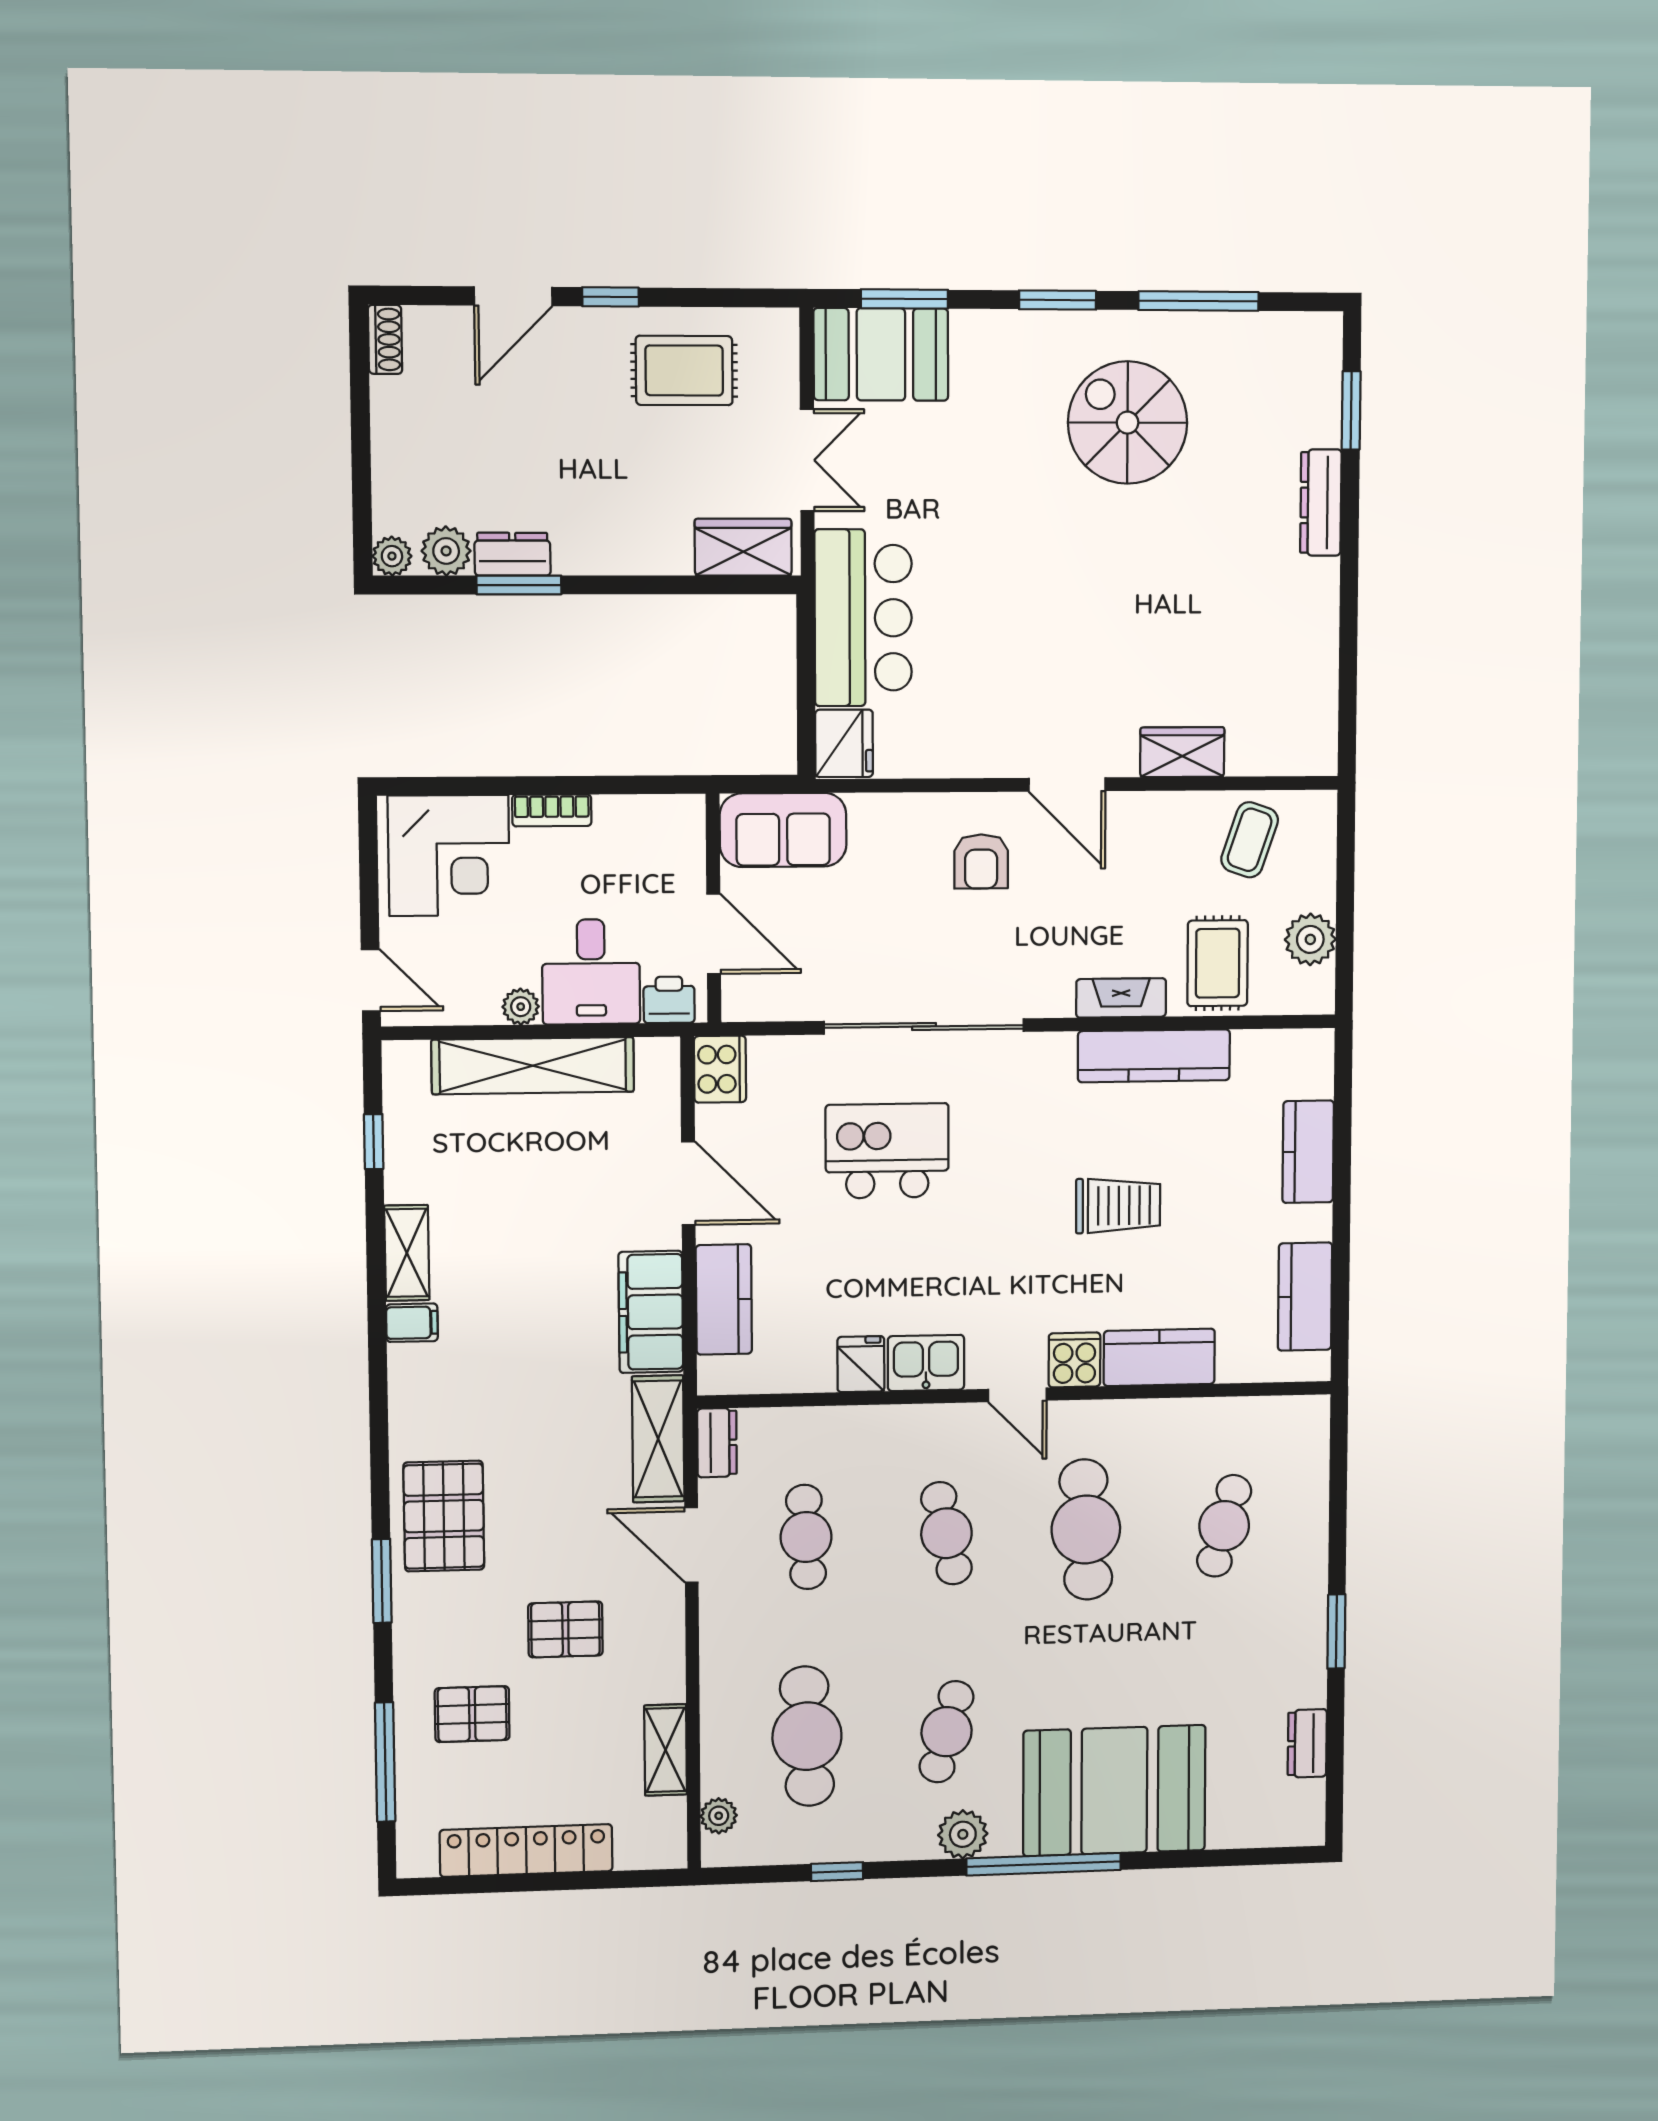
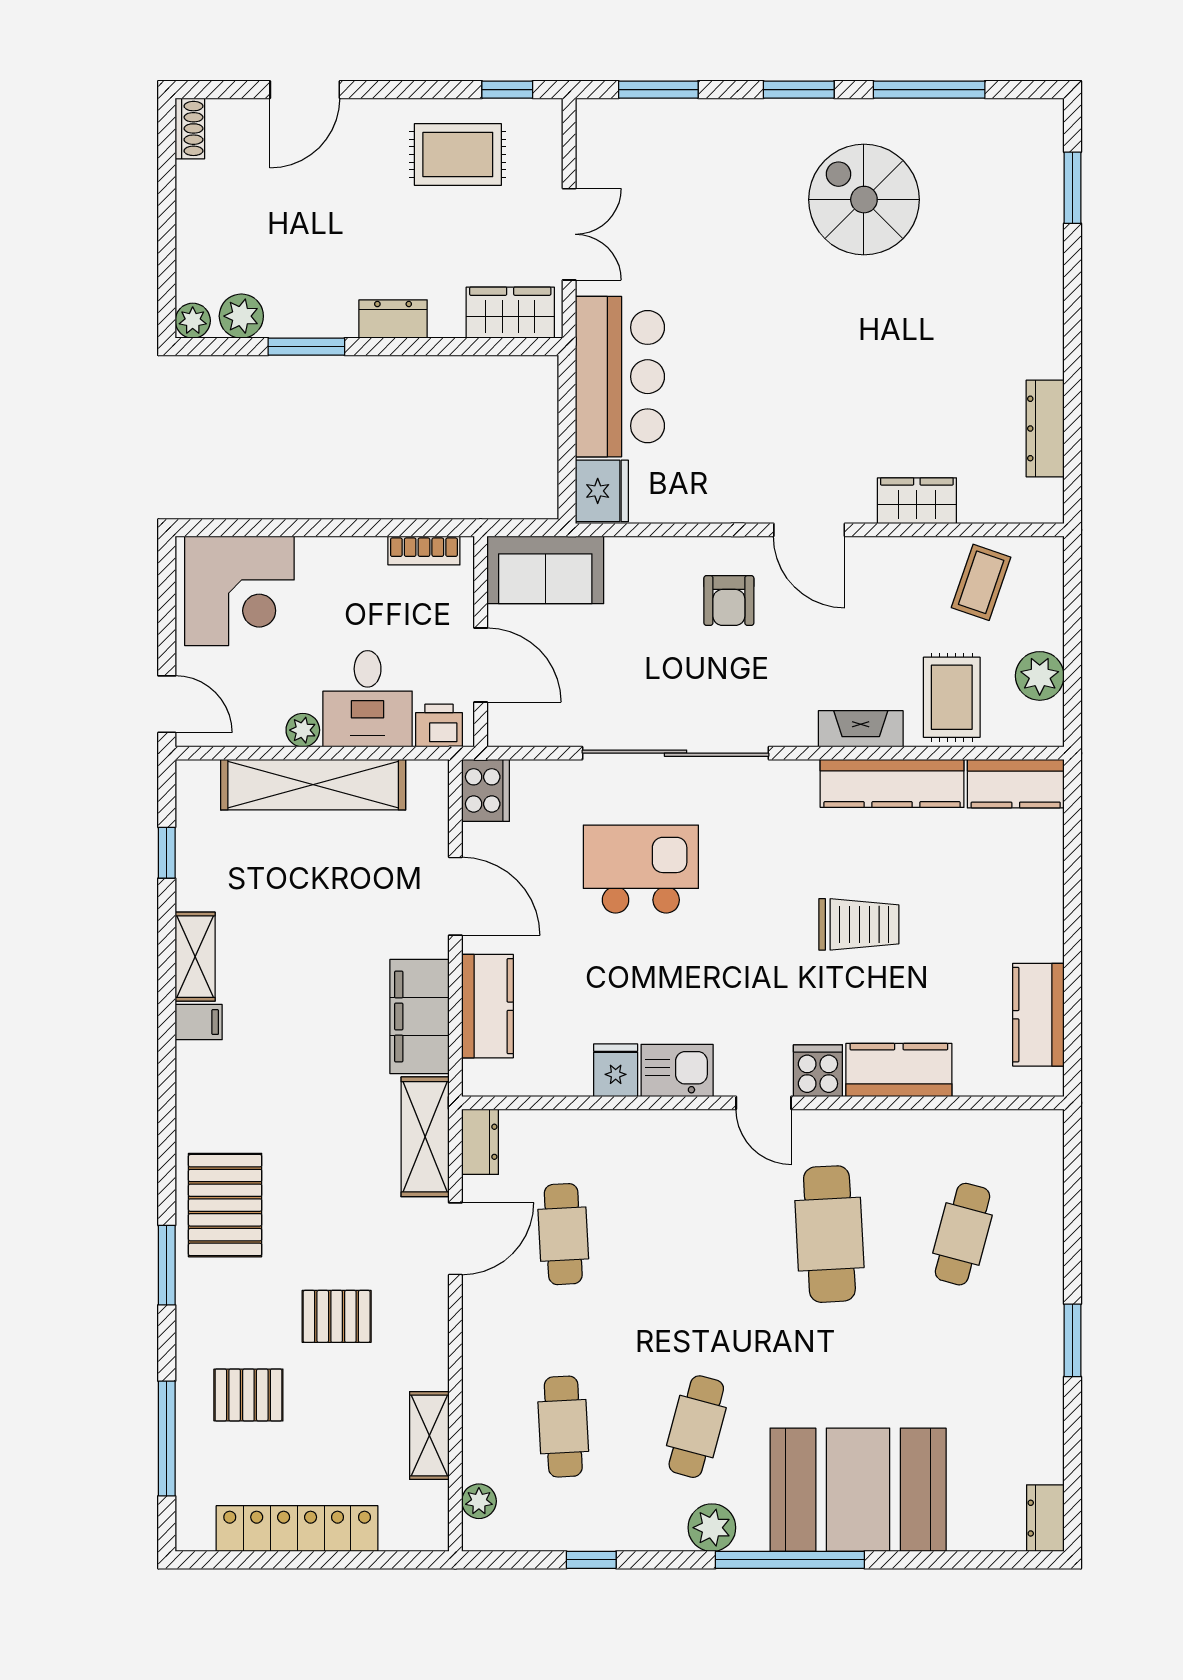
window: (610, 297) -> (507, 90), moved
booth: (881, 354) -> (637, 139), removed
dresser: (1321, 503) -> (1045, 428), moved
dresser: (512, 554) -> (393, 319), moved
bookcase: (552, 810) -> (424, 551), moved
kitchen counter: (1308, 1152) -> (1016, 784), moved, turned -90
cafe table: (946, 1533) -> (696, 1234), removed
door: (691, 1545) -> (455, 1239), swing flipped
cafe table: (807, 1736) -> (563, 1427), width x0.73, depth x0.74
dresser: (1307, 1743) -> (1045, 1518), moved

